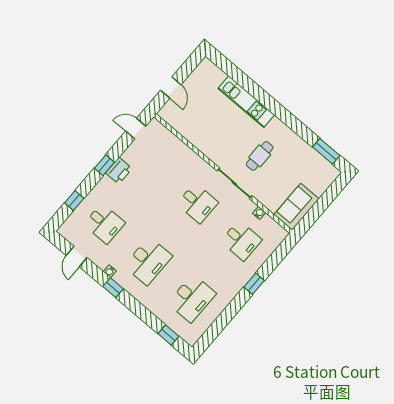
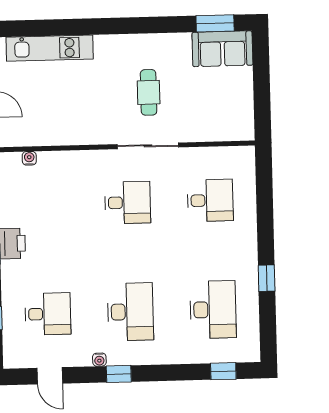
kitchen unit: (246, 102) -> (50, 48), moved
sofa: (297, 207) -> (222, 49), moved, turned -90
water cooler: (259, 213) -> (29, 158), moved
window: (254, 284) -> (267, 278), moved

